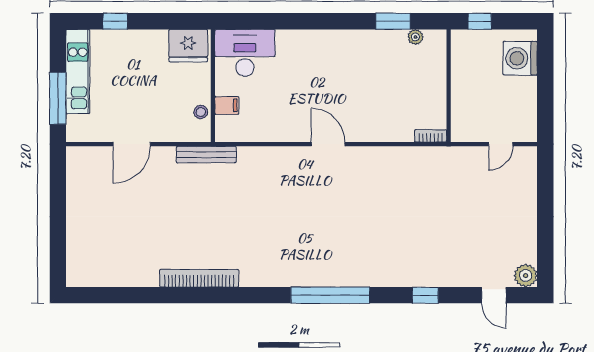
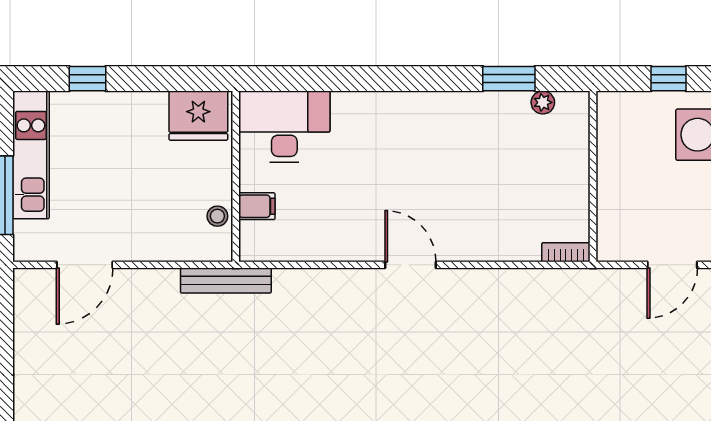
window: (480, 21) -> (668, 79), moved
door: (132, 144) -> (85, 265), moved
door: (501, 144) -> (672, 265), width x1.38

